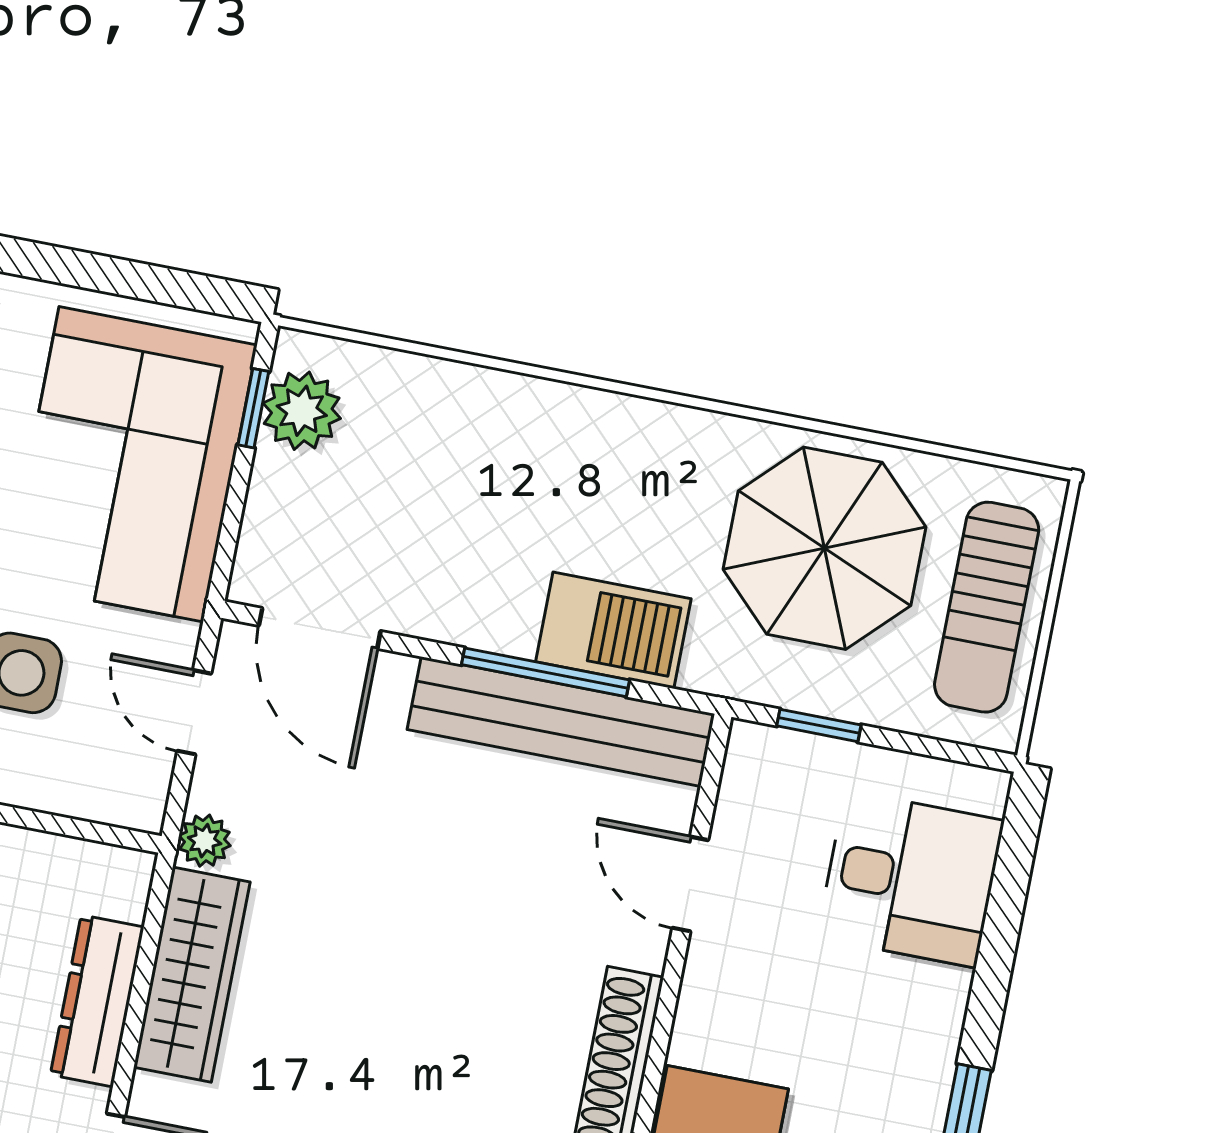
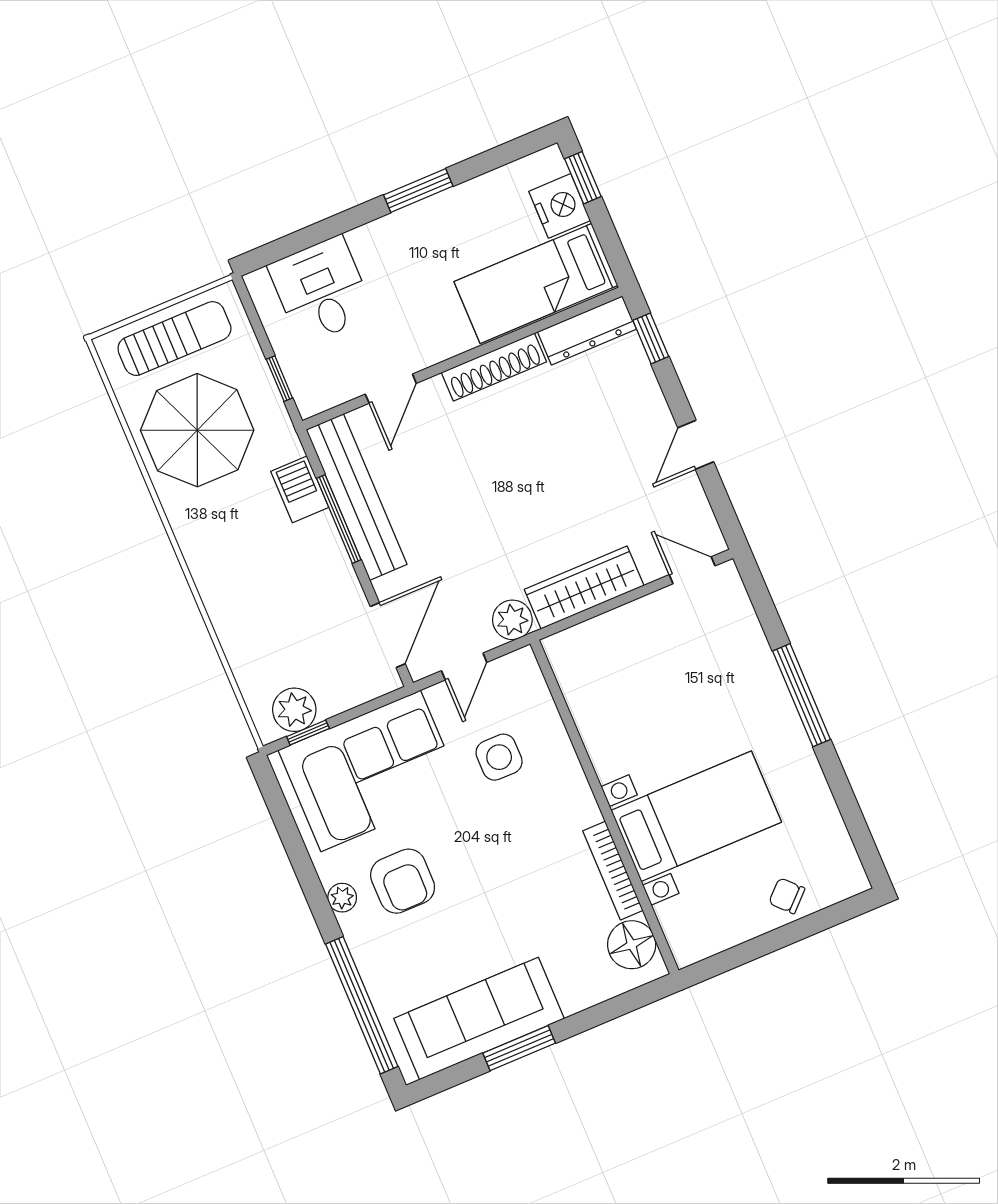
barbecue: (613, 630) -> (300, 489), width x0.73, depth x0.79
plant: (205, 841) -> (512, 620), width x1.38, depth x1.38
dresser: (97, 1001) -> (625, 623), removed

